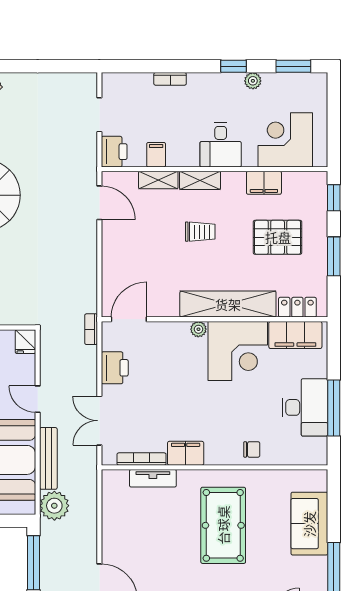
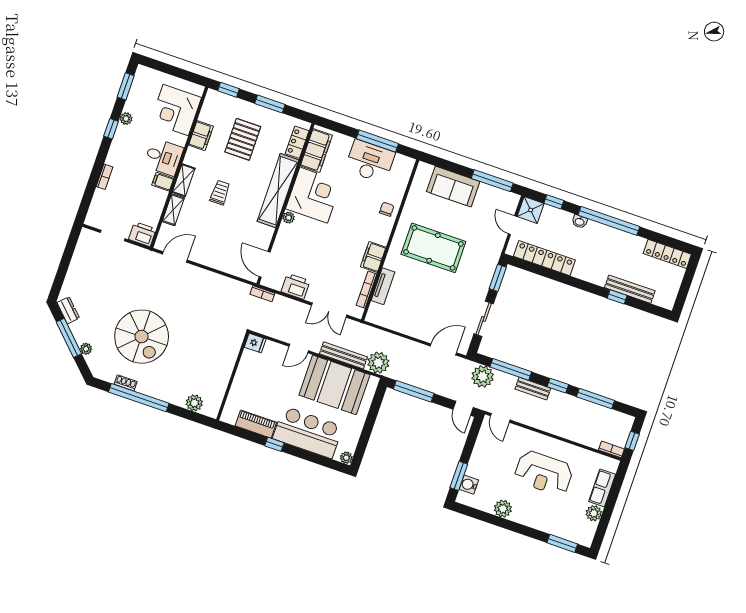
filing cabinet: (156, 155) -> (163, 182), moved

